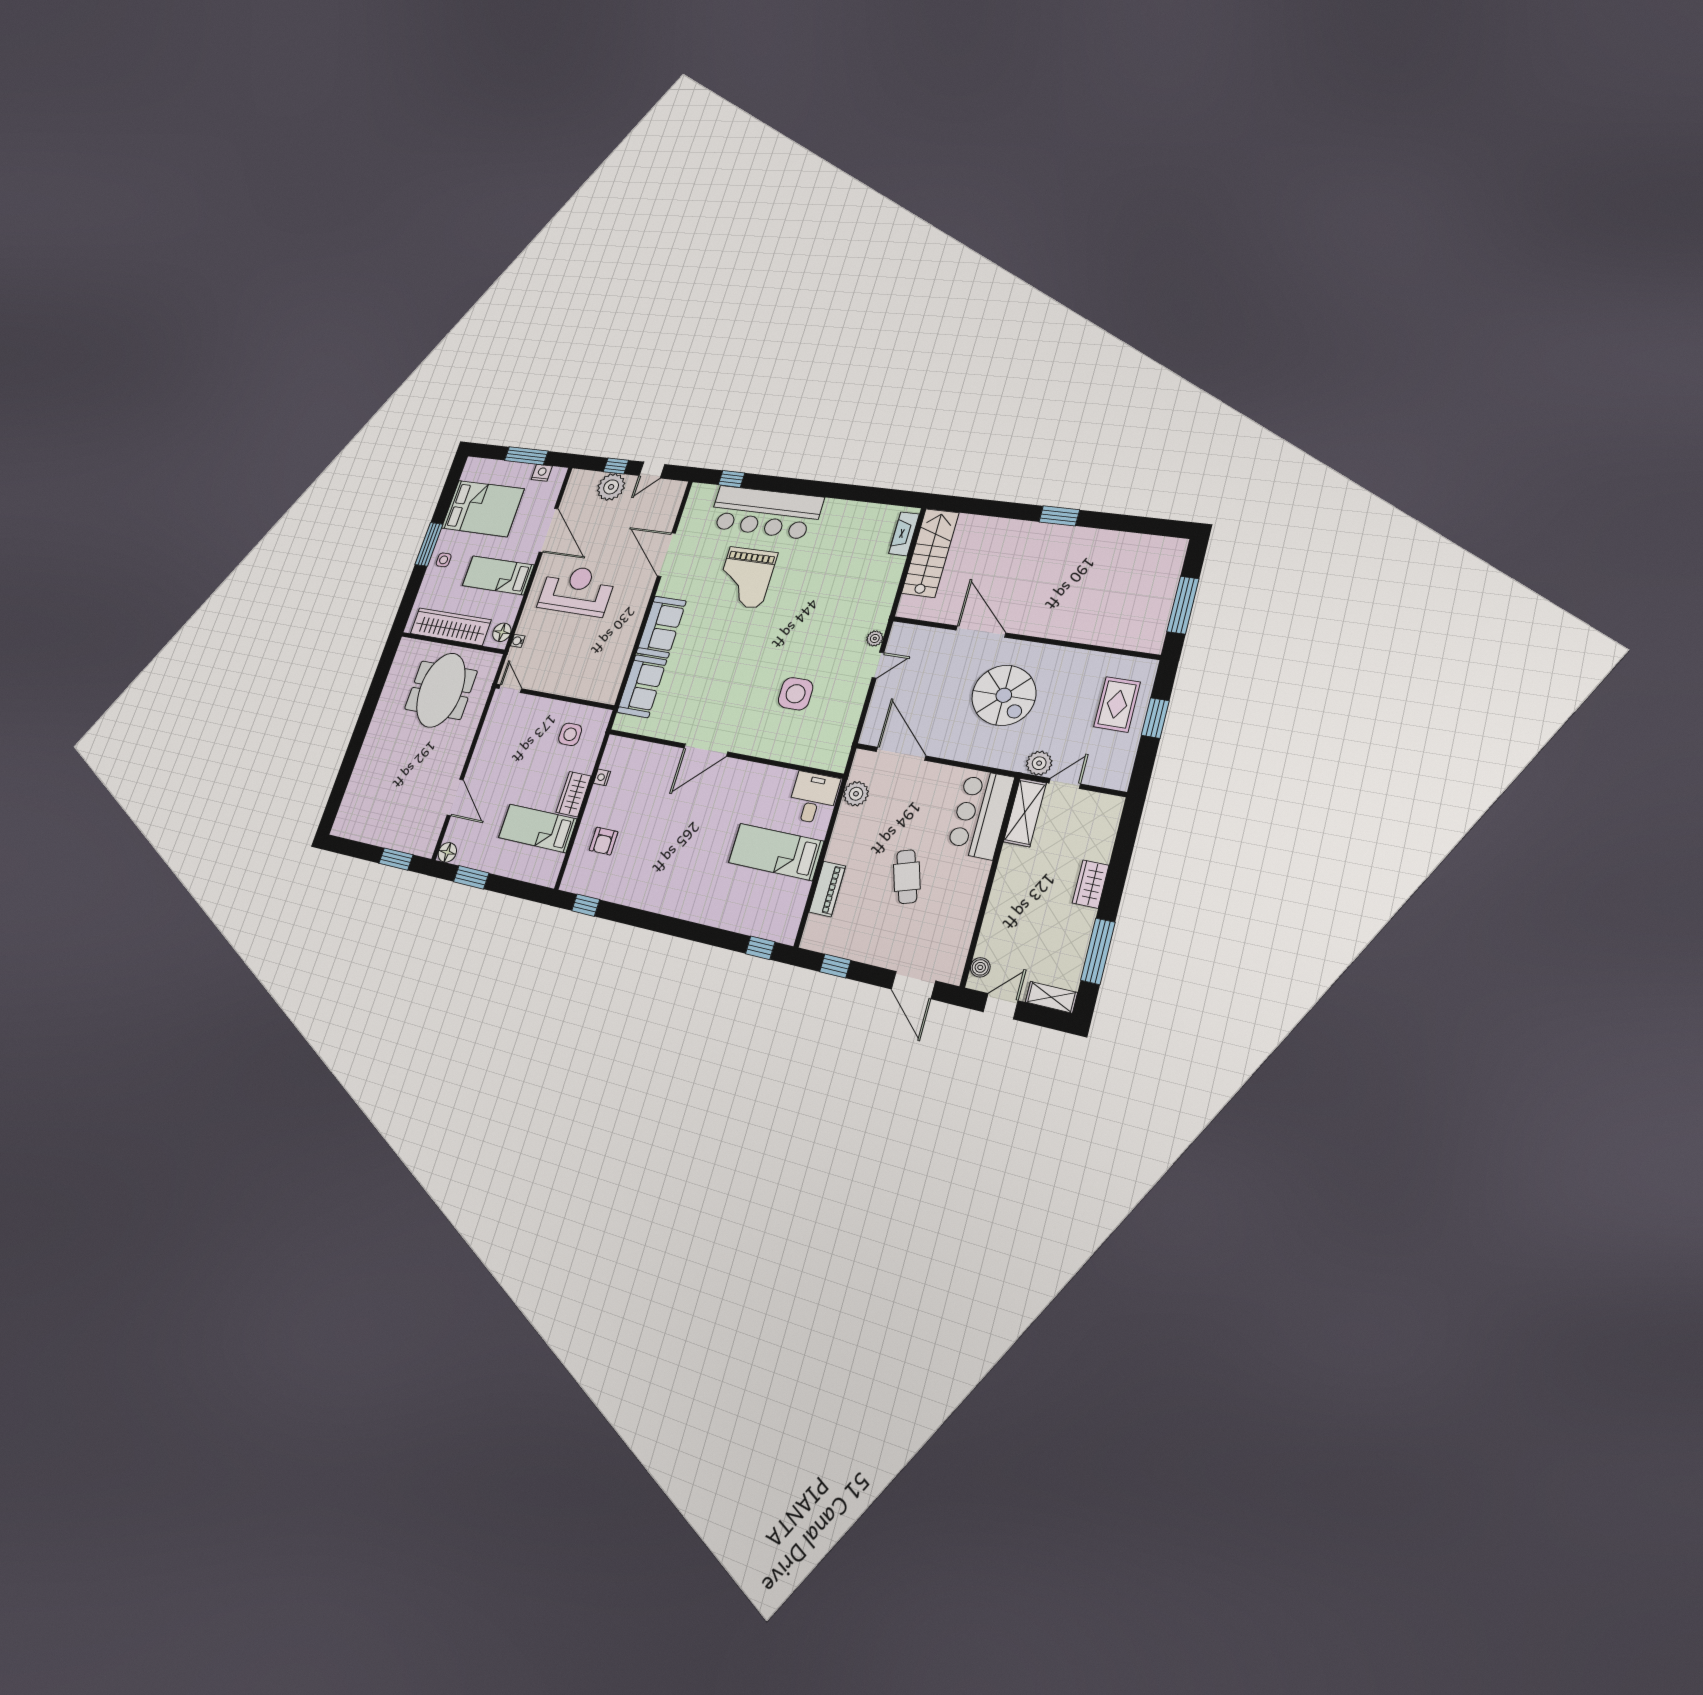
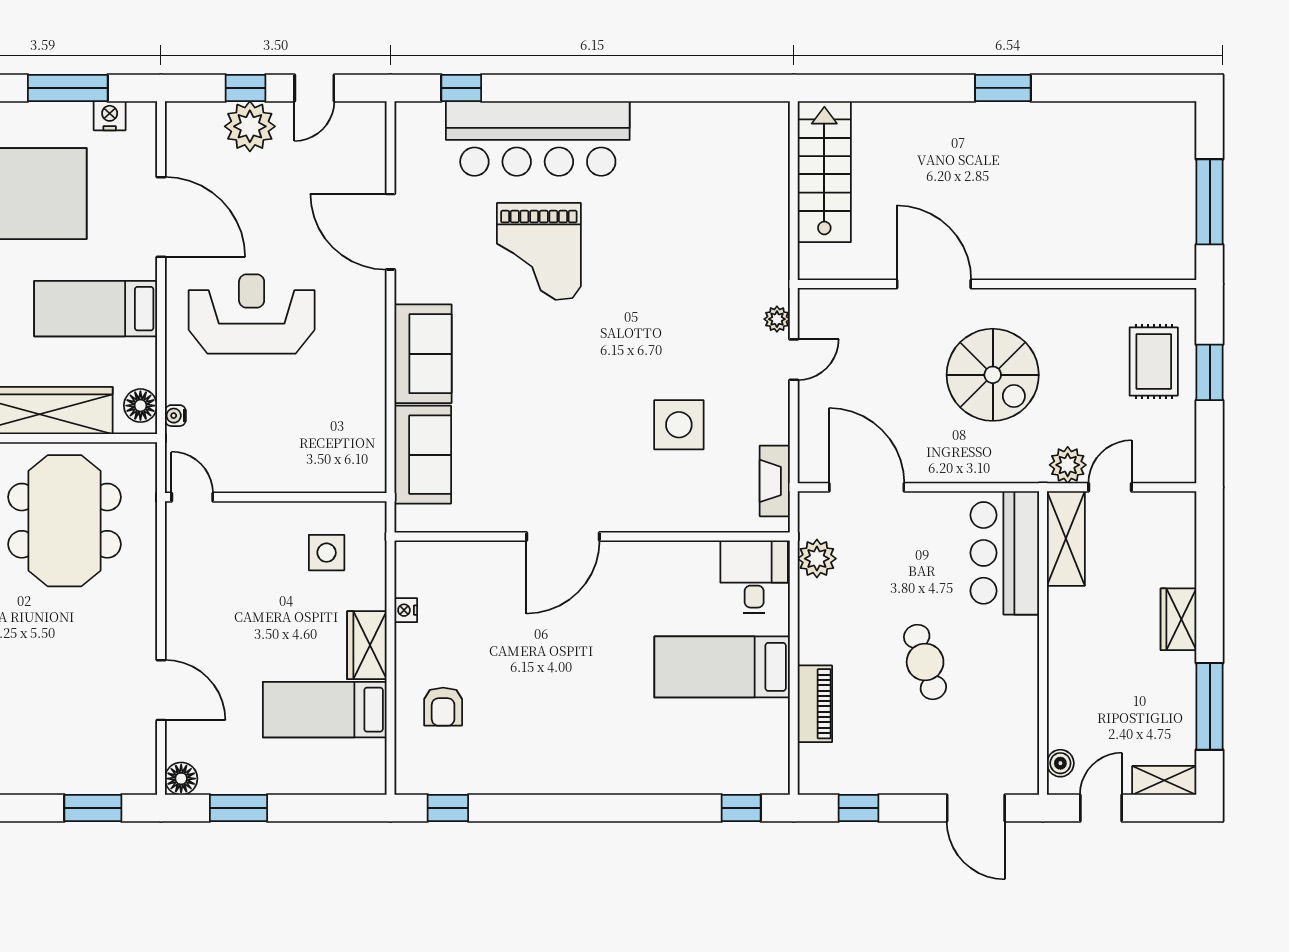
fireplace: (904, 534) -> (775, 481), moved

